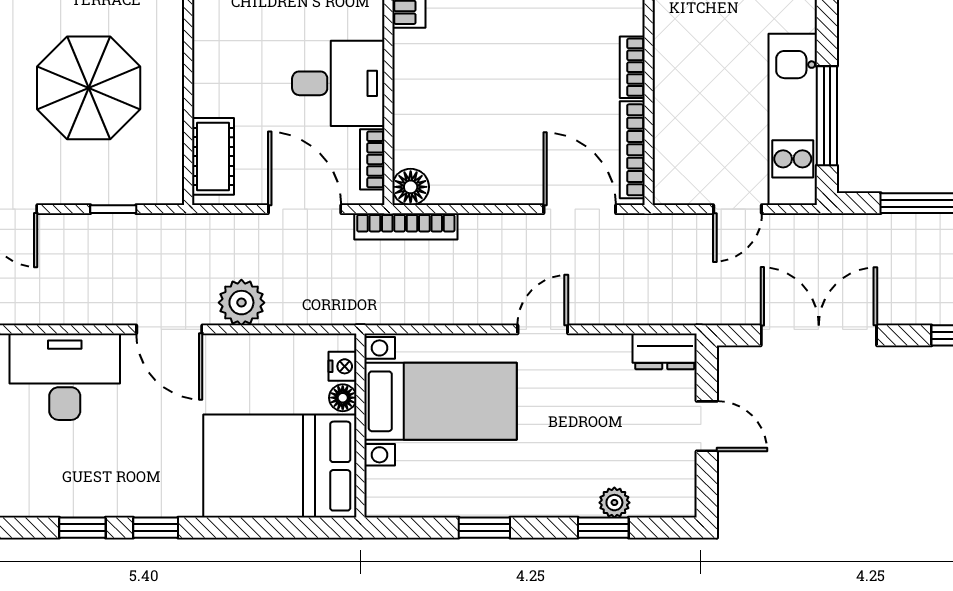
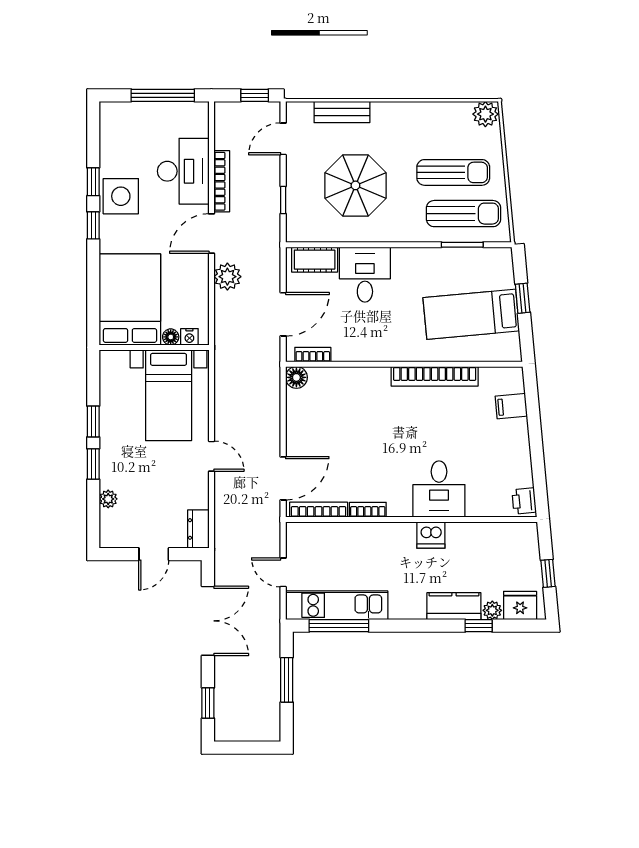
desk: (338, 83) -> (365, 275), moved, turned 180
bookcase: (406, 226) -> (222, 181), moved, turned 180
side table: (107, 481) -> (121, 196), added
window: (603, 528) -> (93, 464), moved

